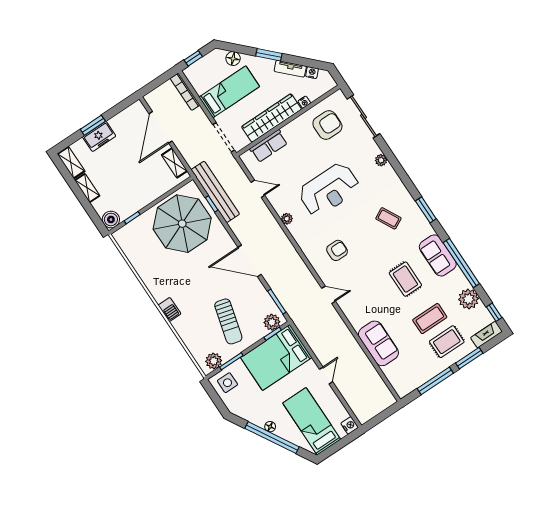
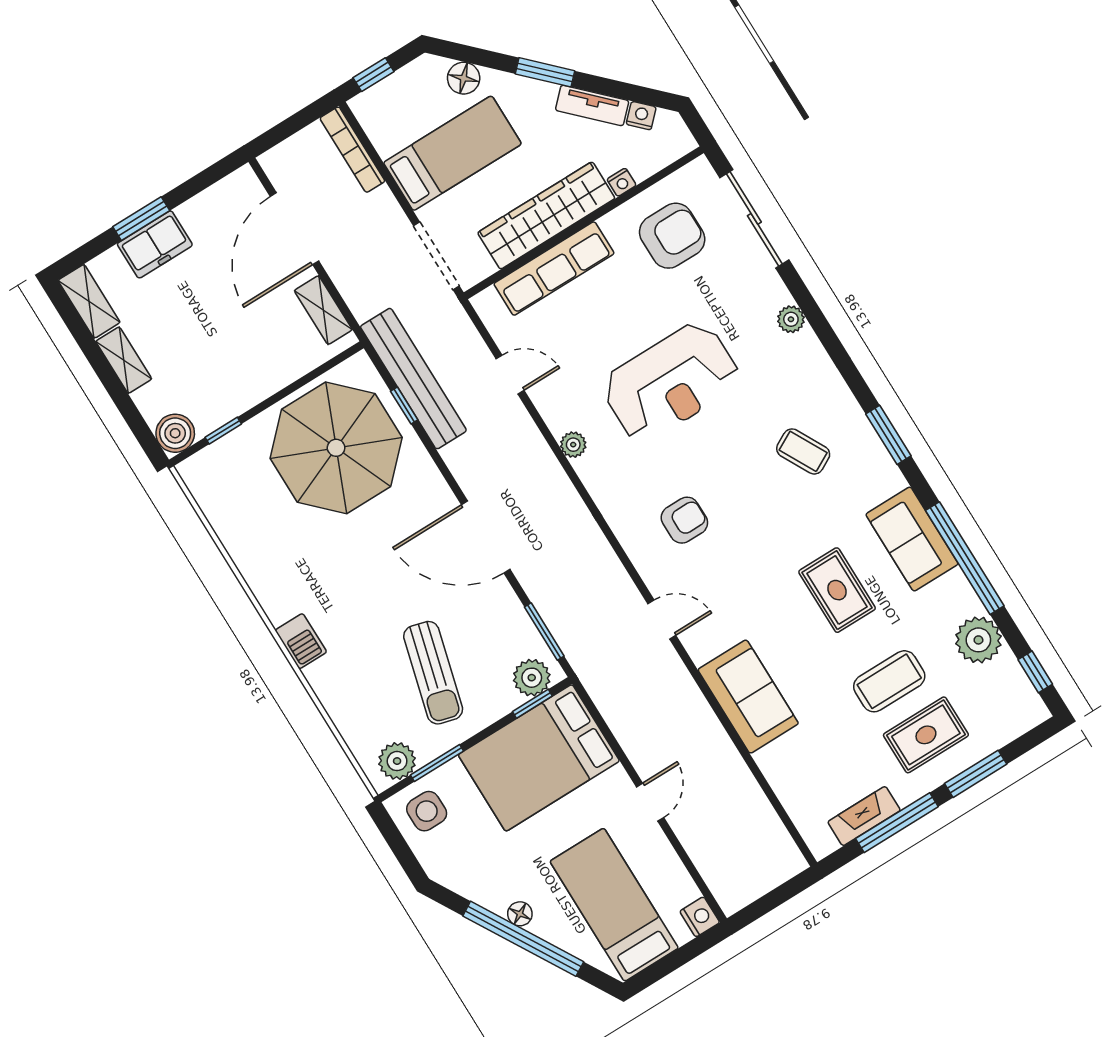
row of seats: (269, 146) -> (554, 269), width x1.48
fireplace: (486, 335) -> (864, 816), moved
sofa: (378, 343) -> (748, 697), moved

